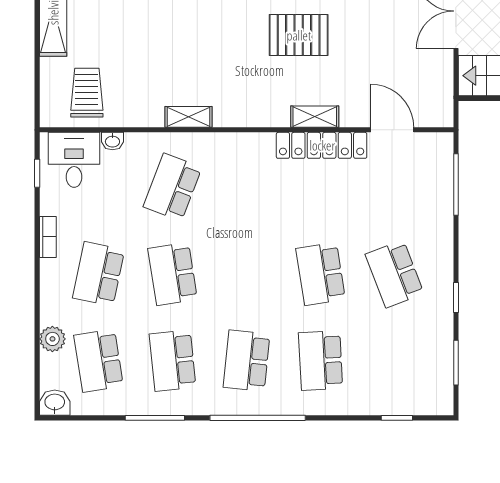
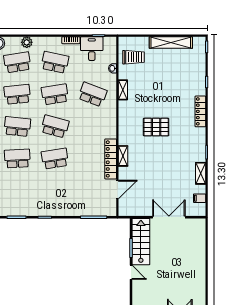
pallet: (299, 35) -> (156, 127), moved, turned 90
shelving: (189, 117) -> (123, 90), moved
desk: (74, 160) -> (92, 49), moved, turned -90
school desk: (395, 274) -> (55, 126), moved, turned 36

